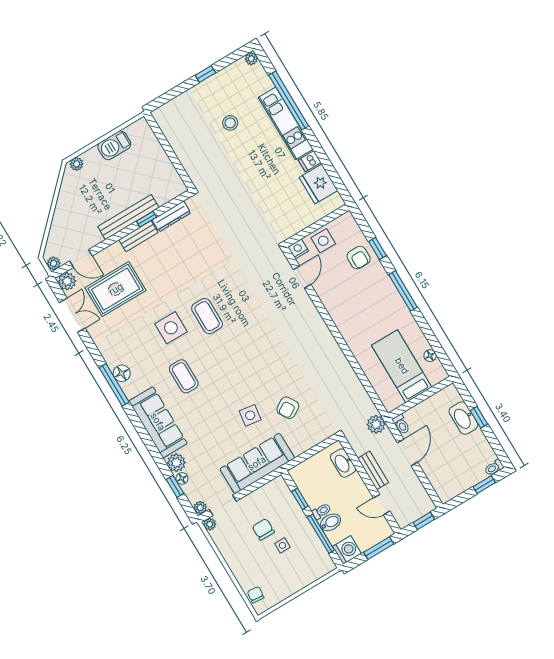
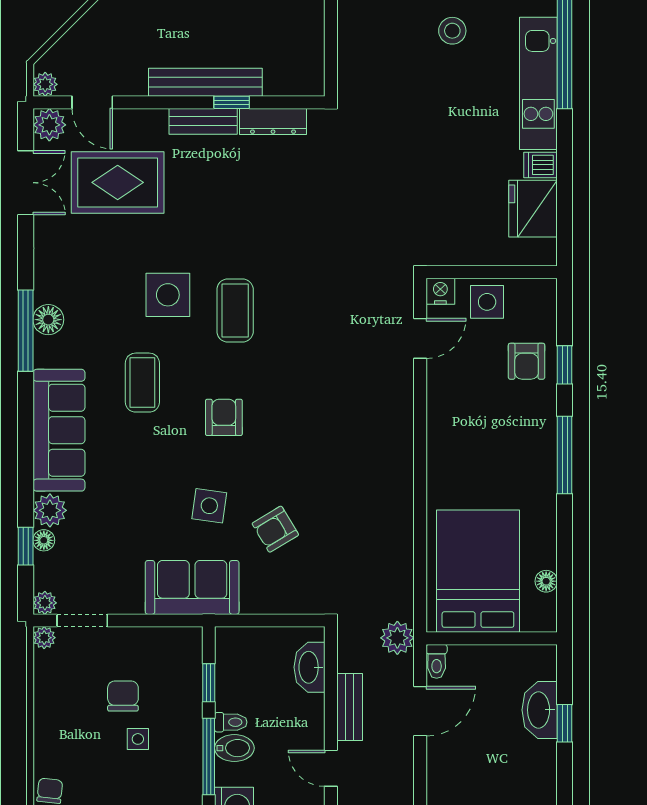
bed: (402, 366) -> (478, 571), width x1.50
armchair: (232, 370) -> (224, 417), added
sofa: (257, 463) -> (192, 587), width x0.73

